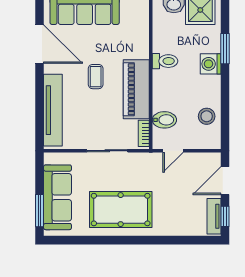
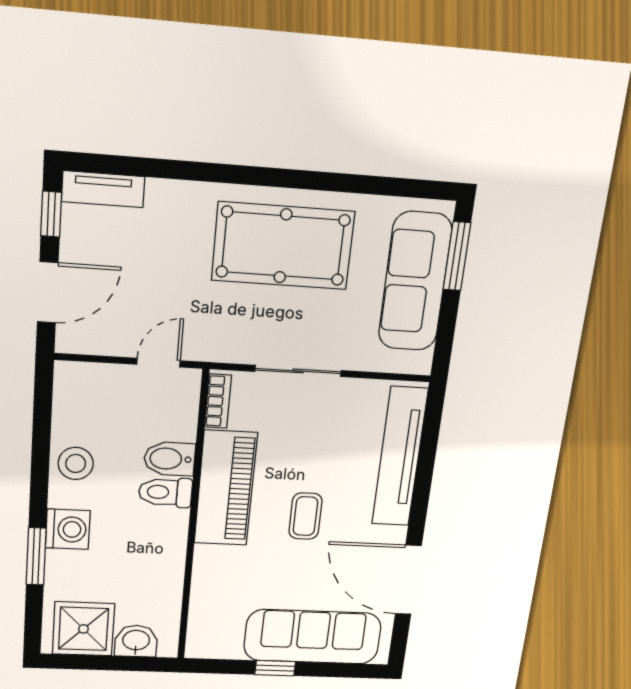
toilet: (165, 61) -> (165, 492), moved
stool: (207, 116) -> (76, 464), moved
bidet: (164, 120) -> (169, 459), moved
tv unit: (214, 216) -> (103, 189), moved, turned 90

